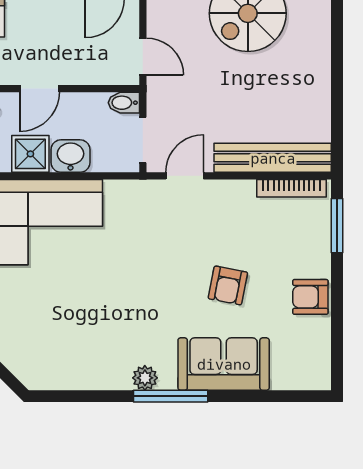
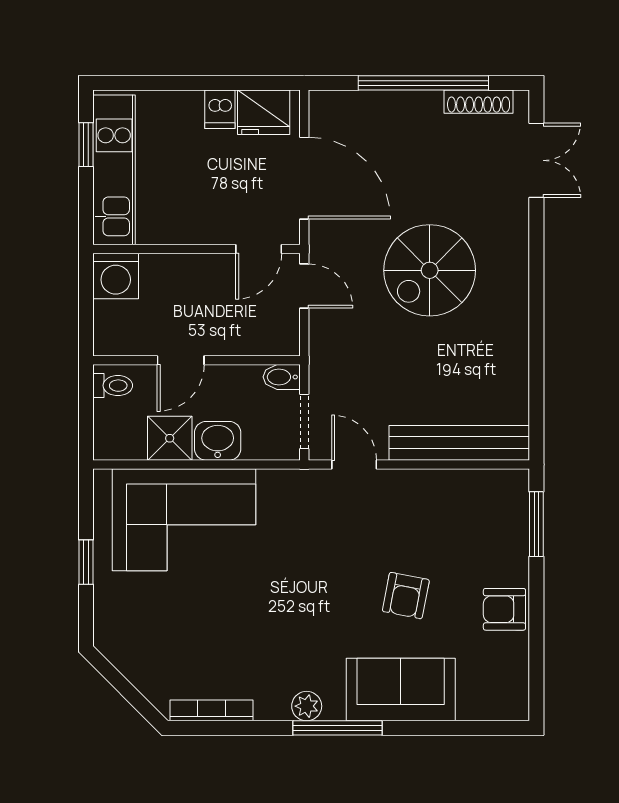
door: (143, 57) -> (304, 286), moved
door: (185, 176) -> (354, 464), hinge flipped
bookcase: (291, 188) -> (211, 710), moved, turned 180

